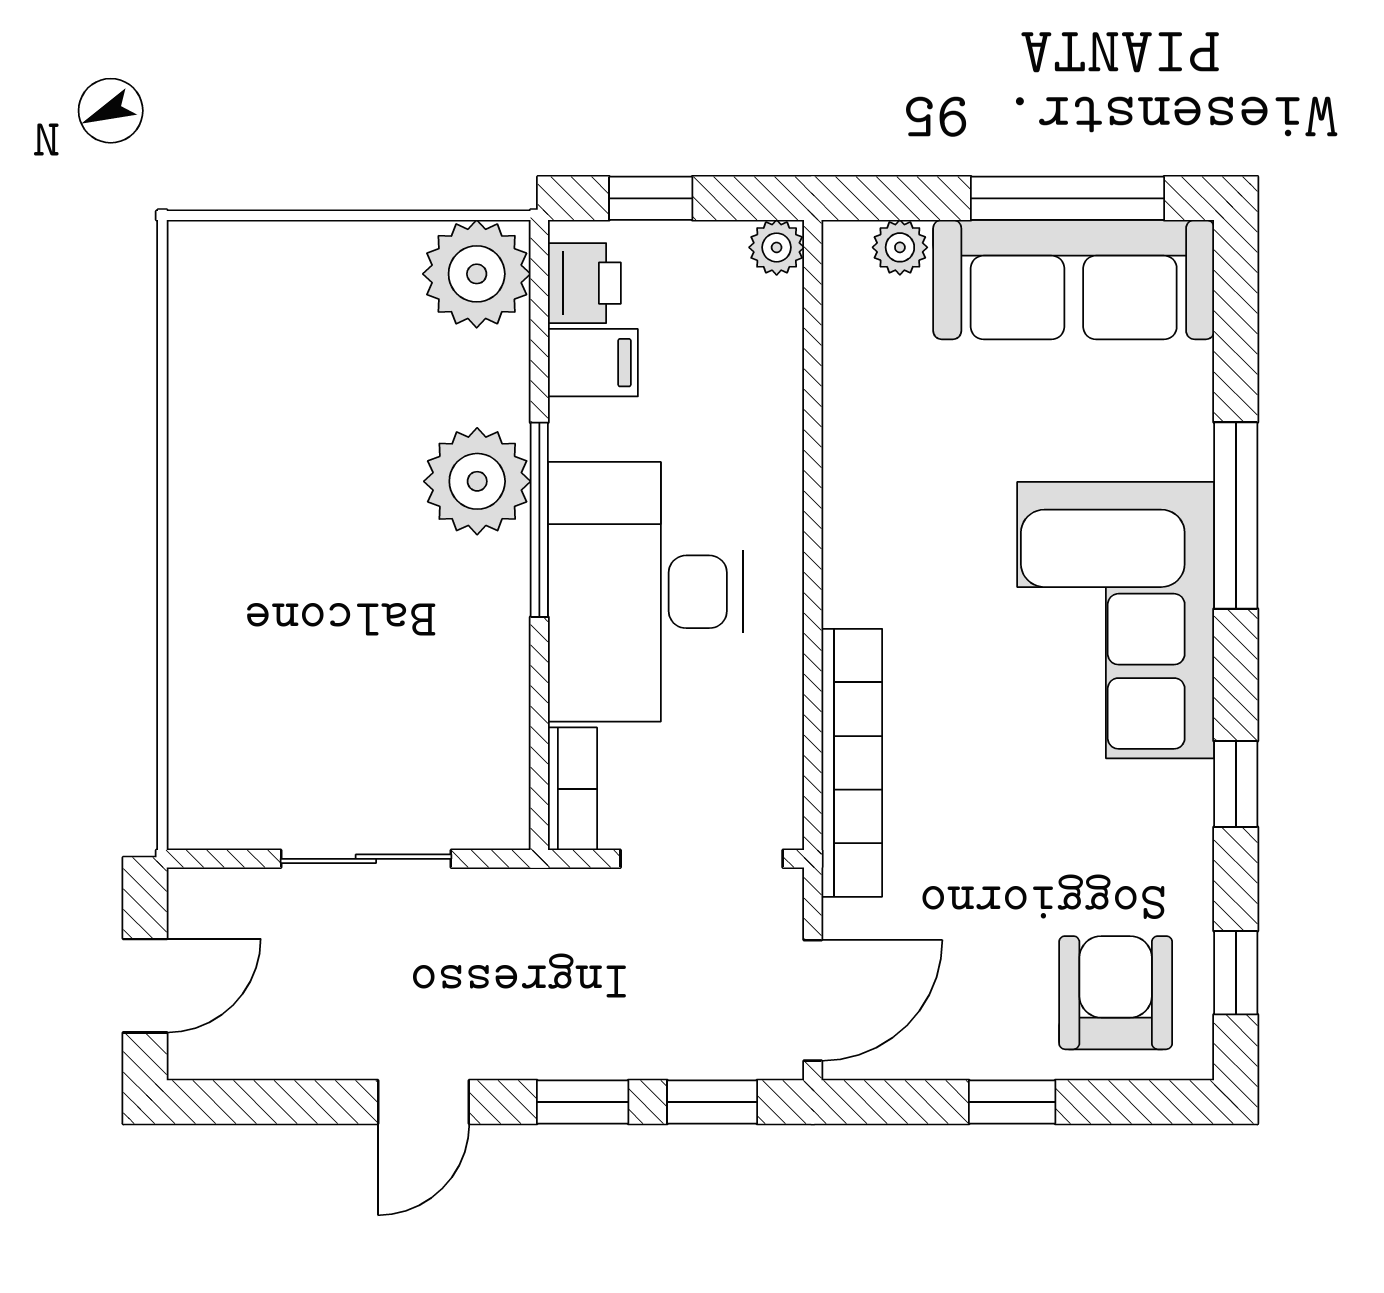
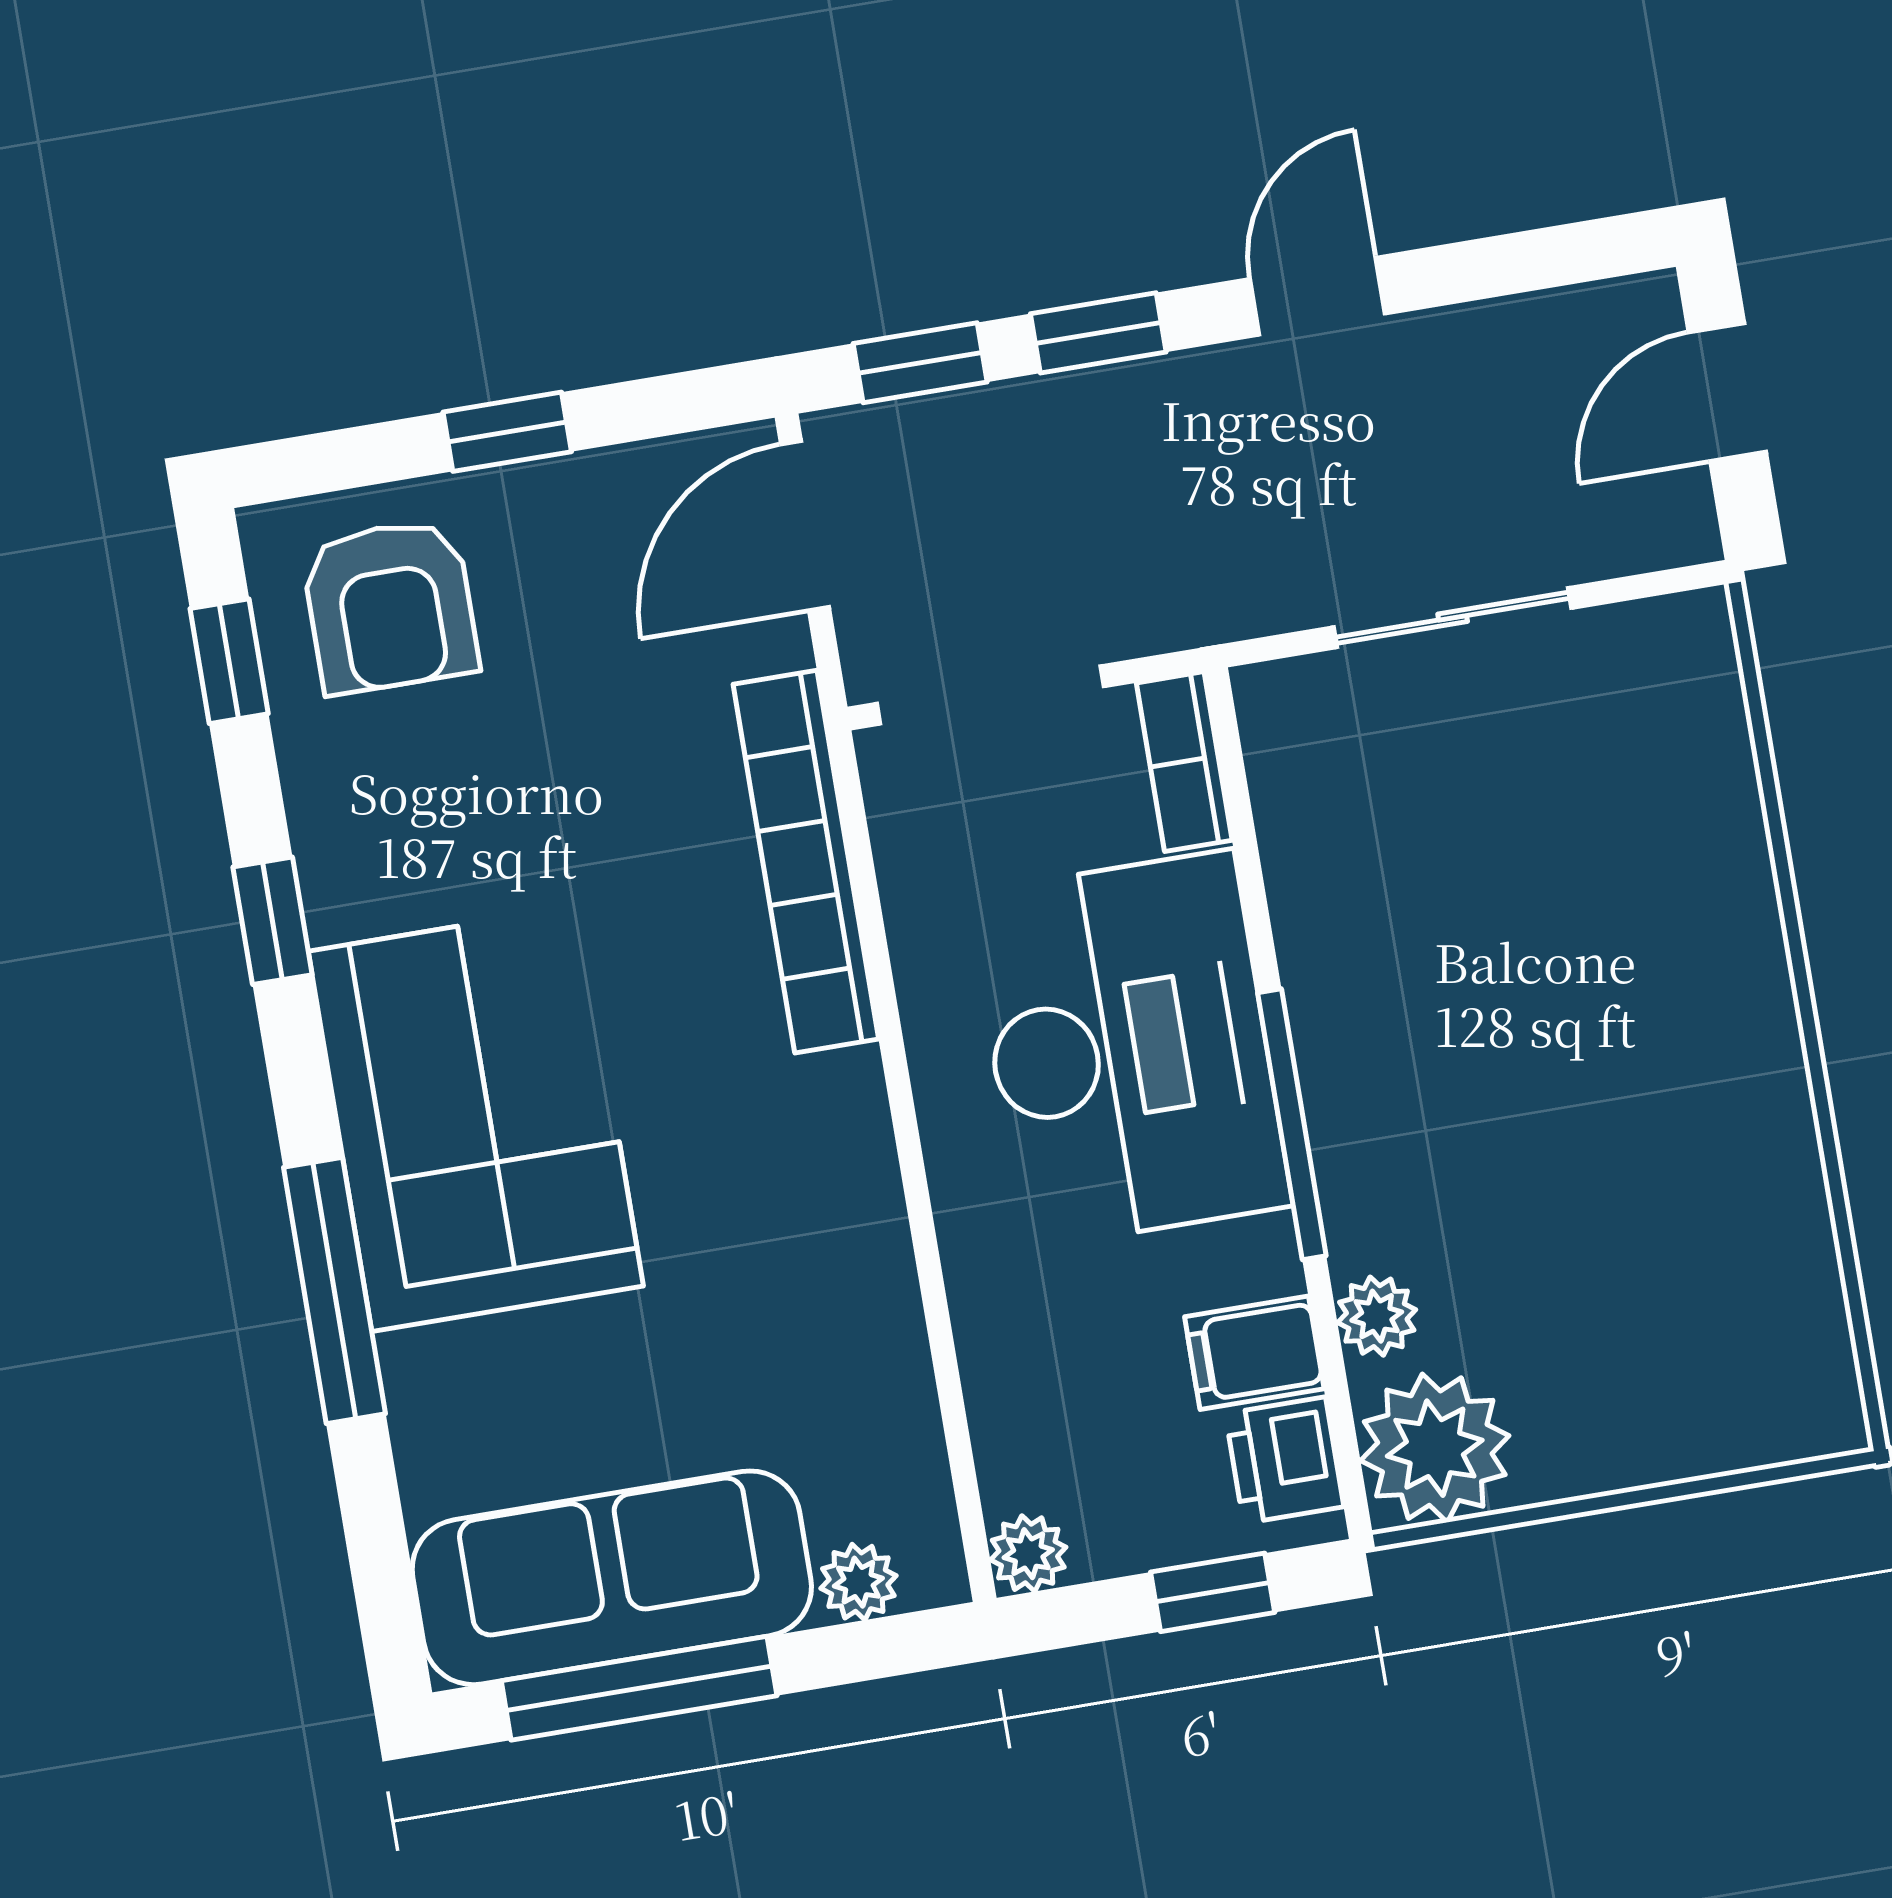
plant: (477, 481) -> (1377, 1316), moved, width x0.53, depth x0.53

